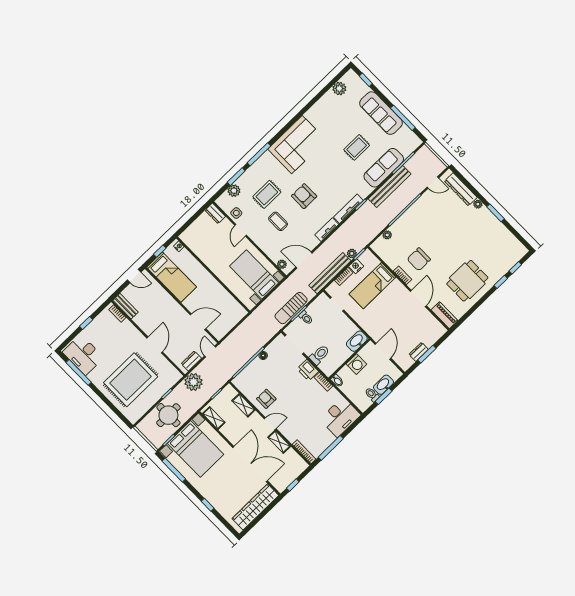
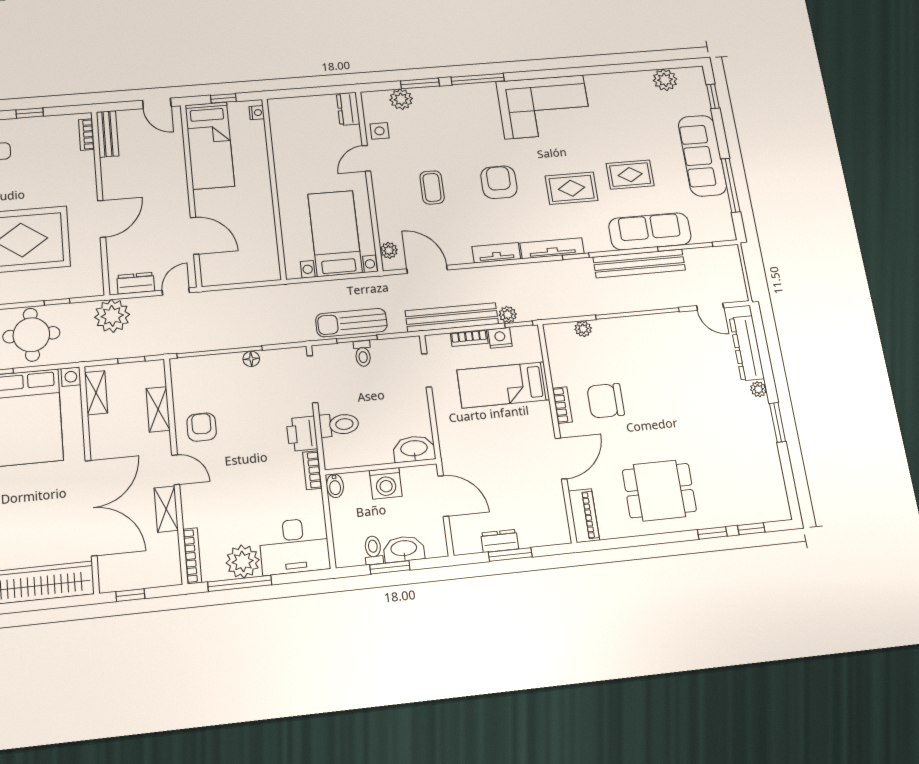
rug: (267, 194) -> (572, 188), moved
door: (383, 351) -> (443, 496), hinge flipped
plant: (325, 439) -> (243, 561), added

